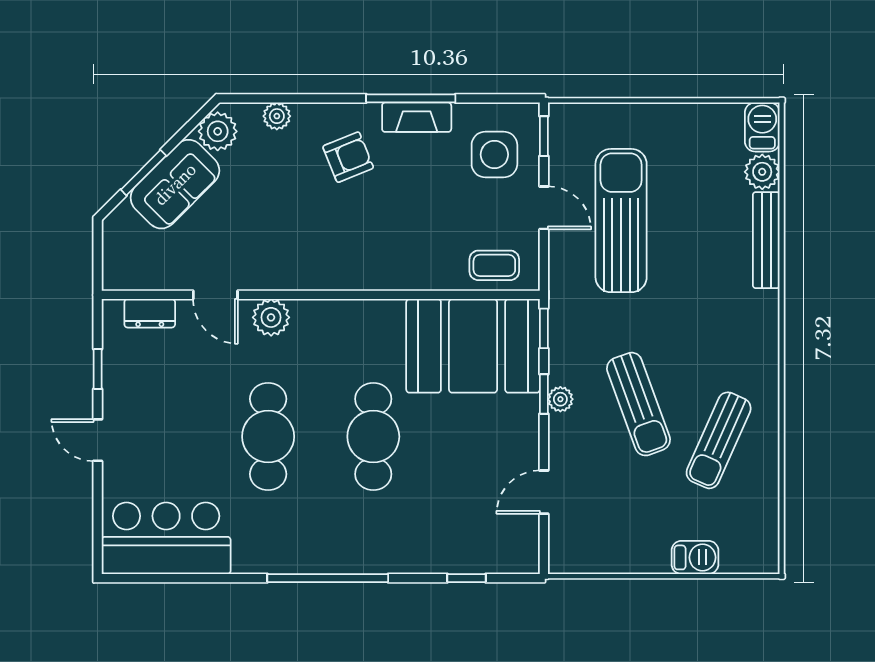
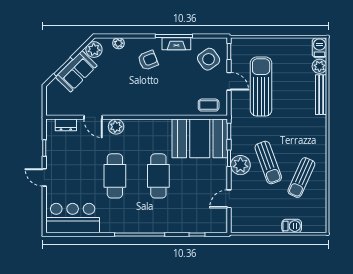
side table: (494, 155) -> (209, 59), turned -35
plant: (560, 399) -> (240, 165), width x1.88, depth x1.88

